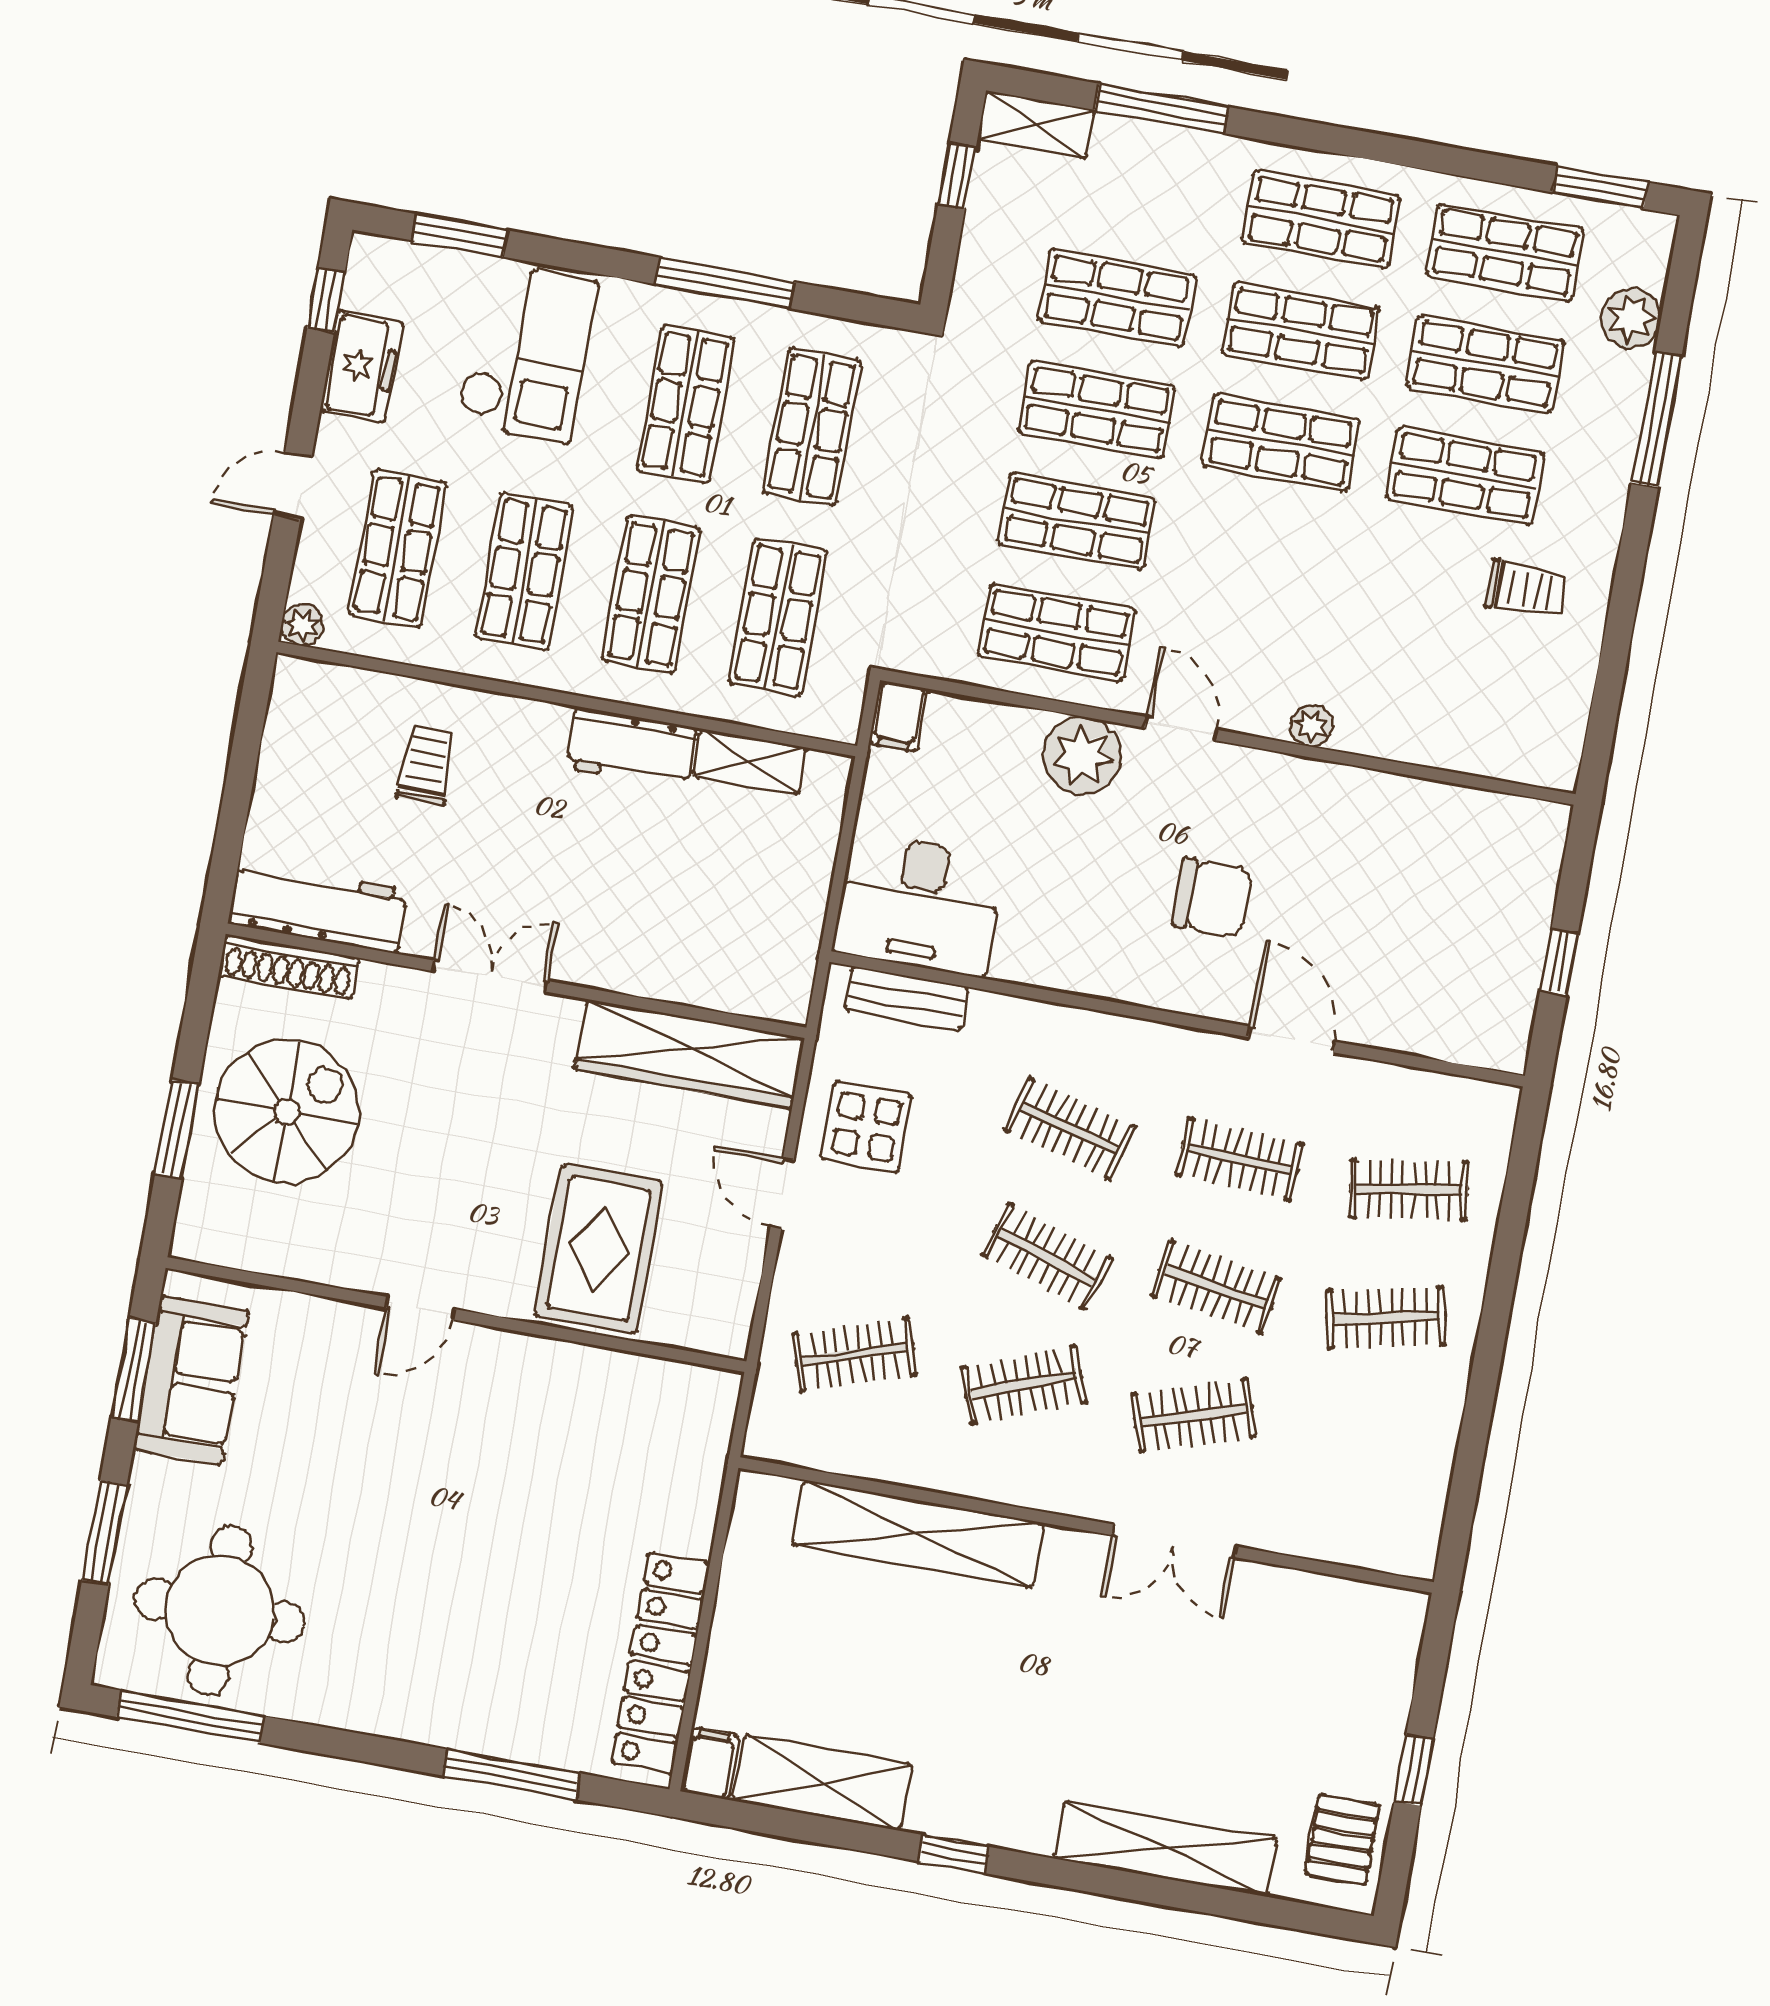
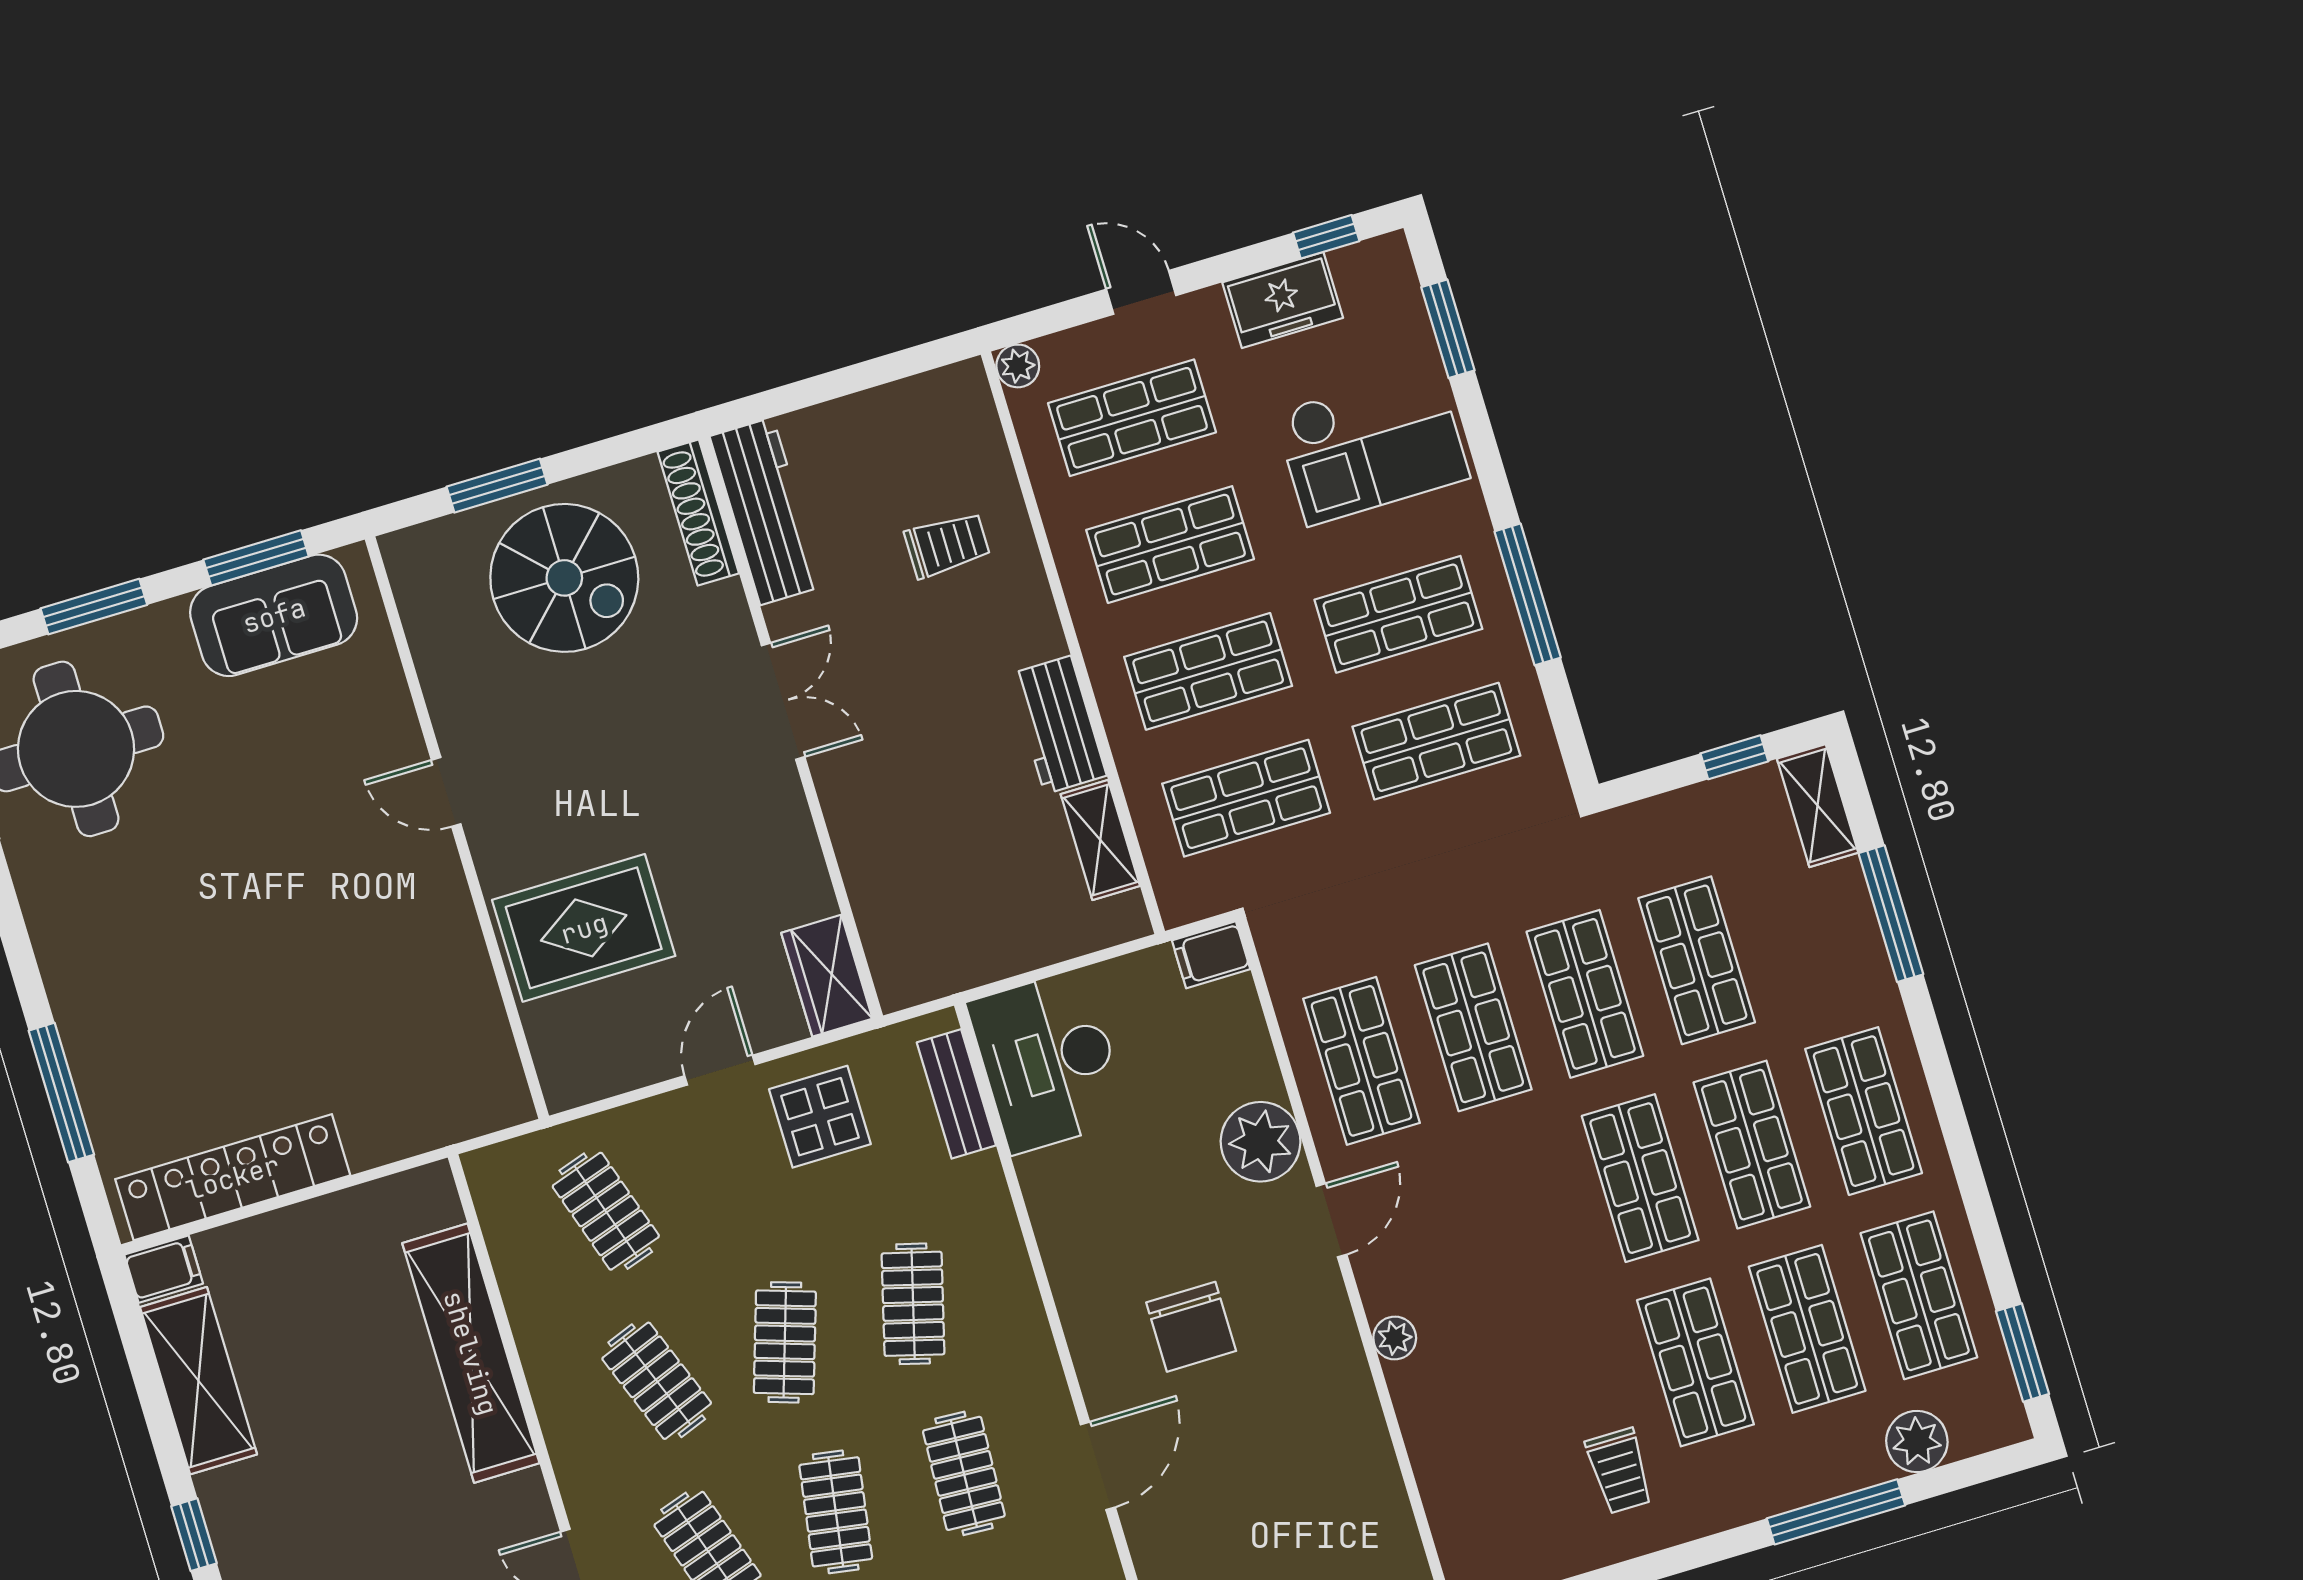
wardrobe: (689, 1054) -> (827, 976), width x0.48, depth x0.85

